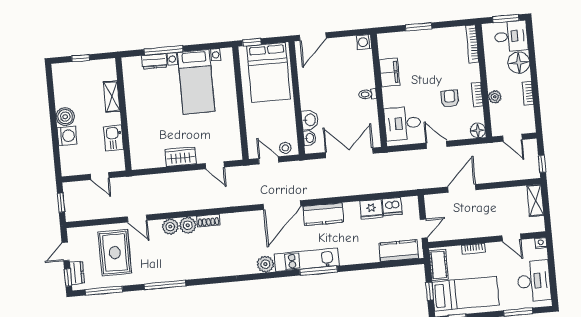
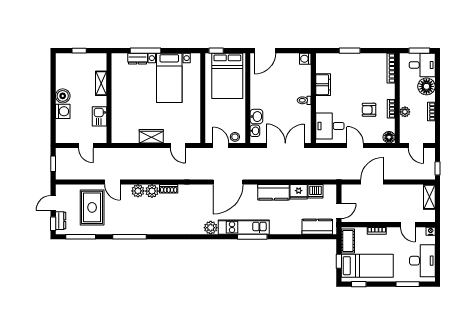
armchair: (450, 99) -> (369, 110), turned -90
kitchen counter: (323, 214) -> (273, 192), moved

